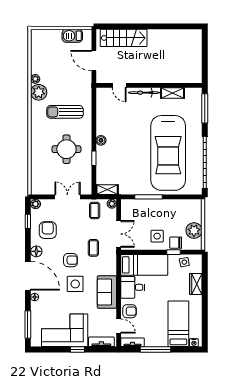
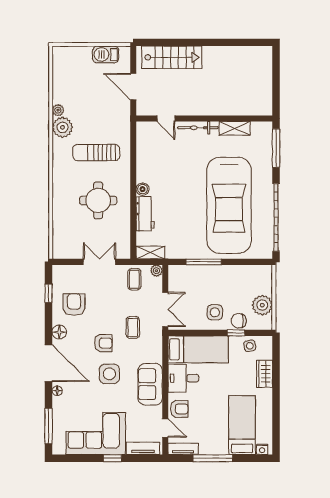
window: (94, 158) -> (133, 212), removed
workbench: (103, 160) -> (145, 214), added
plant: (36, 204) -> (58, 271), removed

